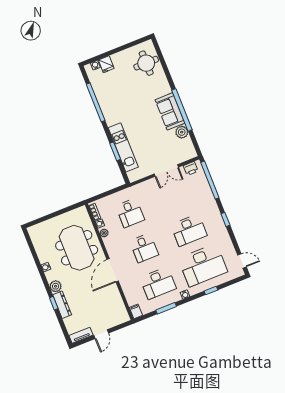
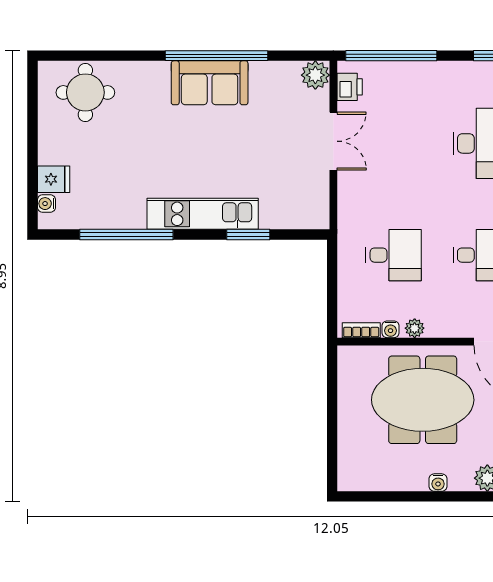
plant: (182, 132) -> (315, 75), moved
kitchen unit: (123, 147) -> (203, 214), moved

